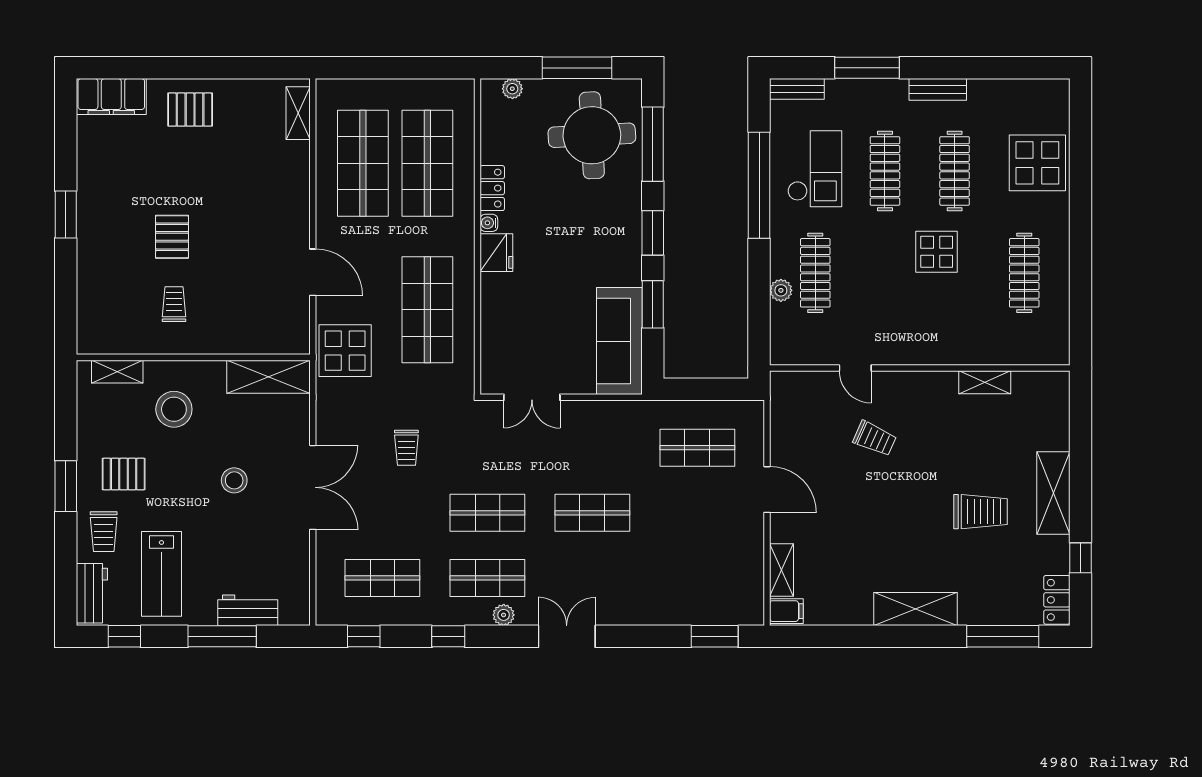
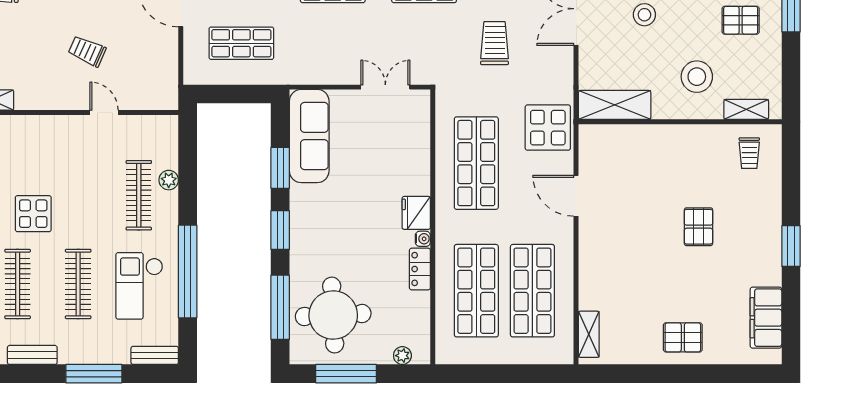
filing cabinet: (111, 97) -> (766, 318), moved, turned -90
trolley: (174, 304) -> (749, 153), moved
trolley: (406, 448) -> (495, 43), width x1.36, depth x1.39

